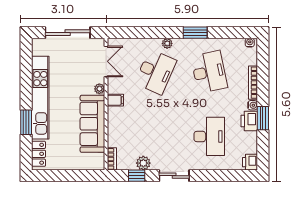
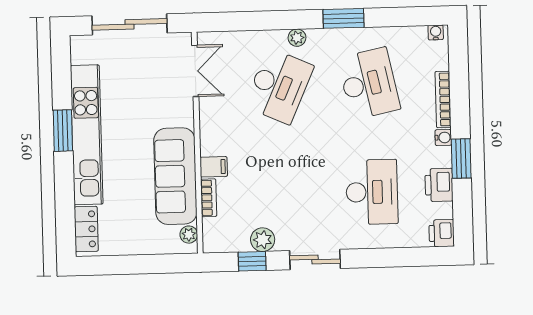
plant: (99, 89) -> (189, 235), moved
filing cabinet: (115, 100) -> (214, 167), moved
printer: (249, 121) -> (439, 185), moved
window: (26, 122) -> (63, 131), moved
bookcase: (112, 159) -> (209, 198), moved

